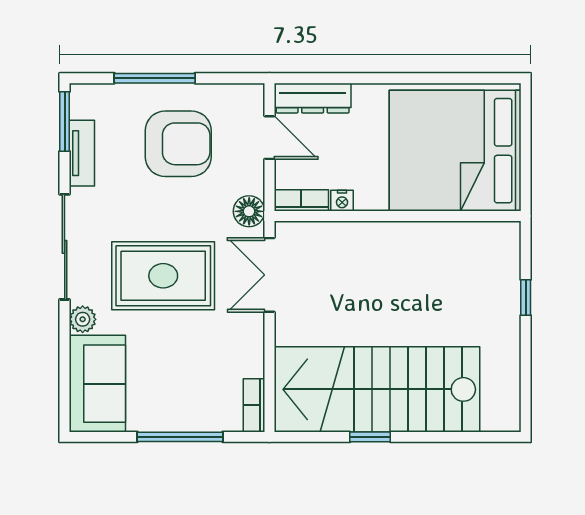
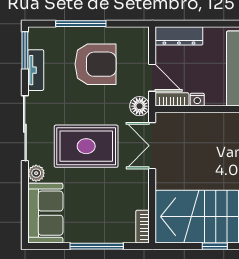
door: (269, 138) -> (152, 78), moved

